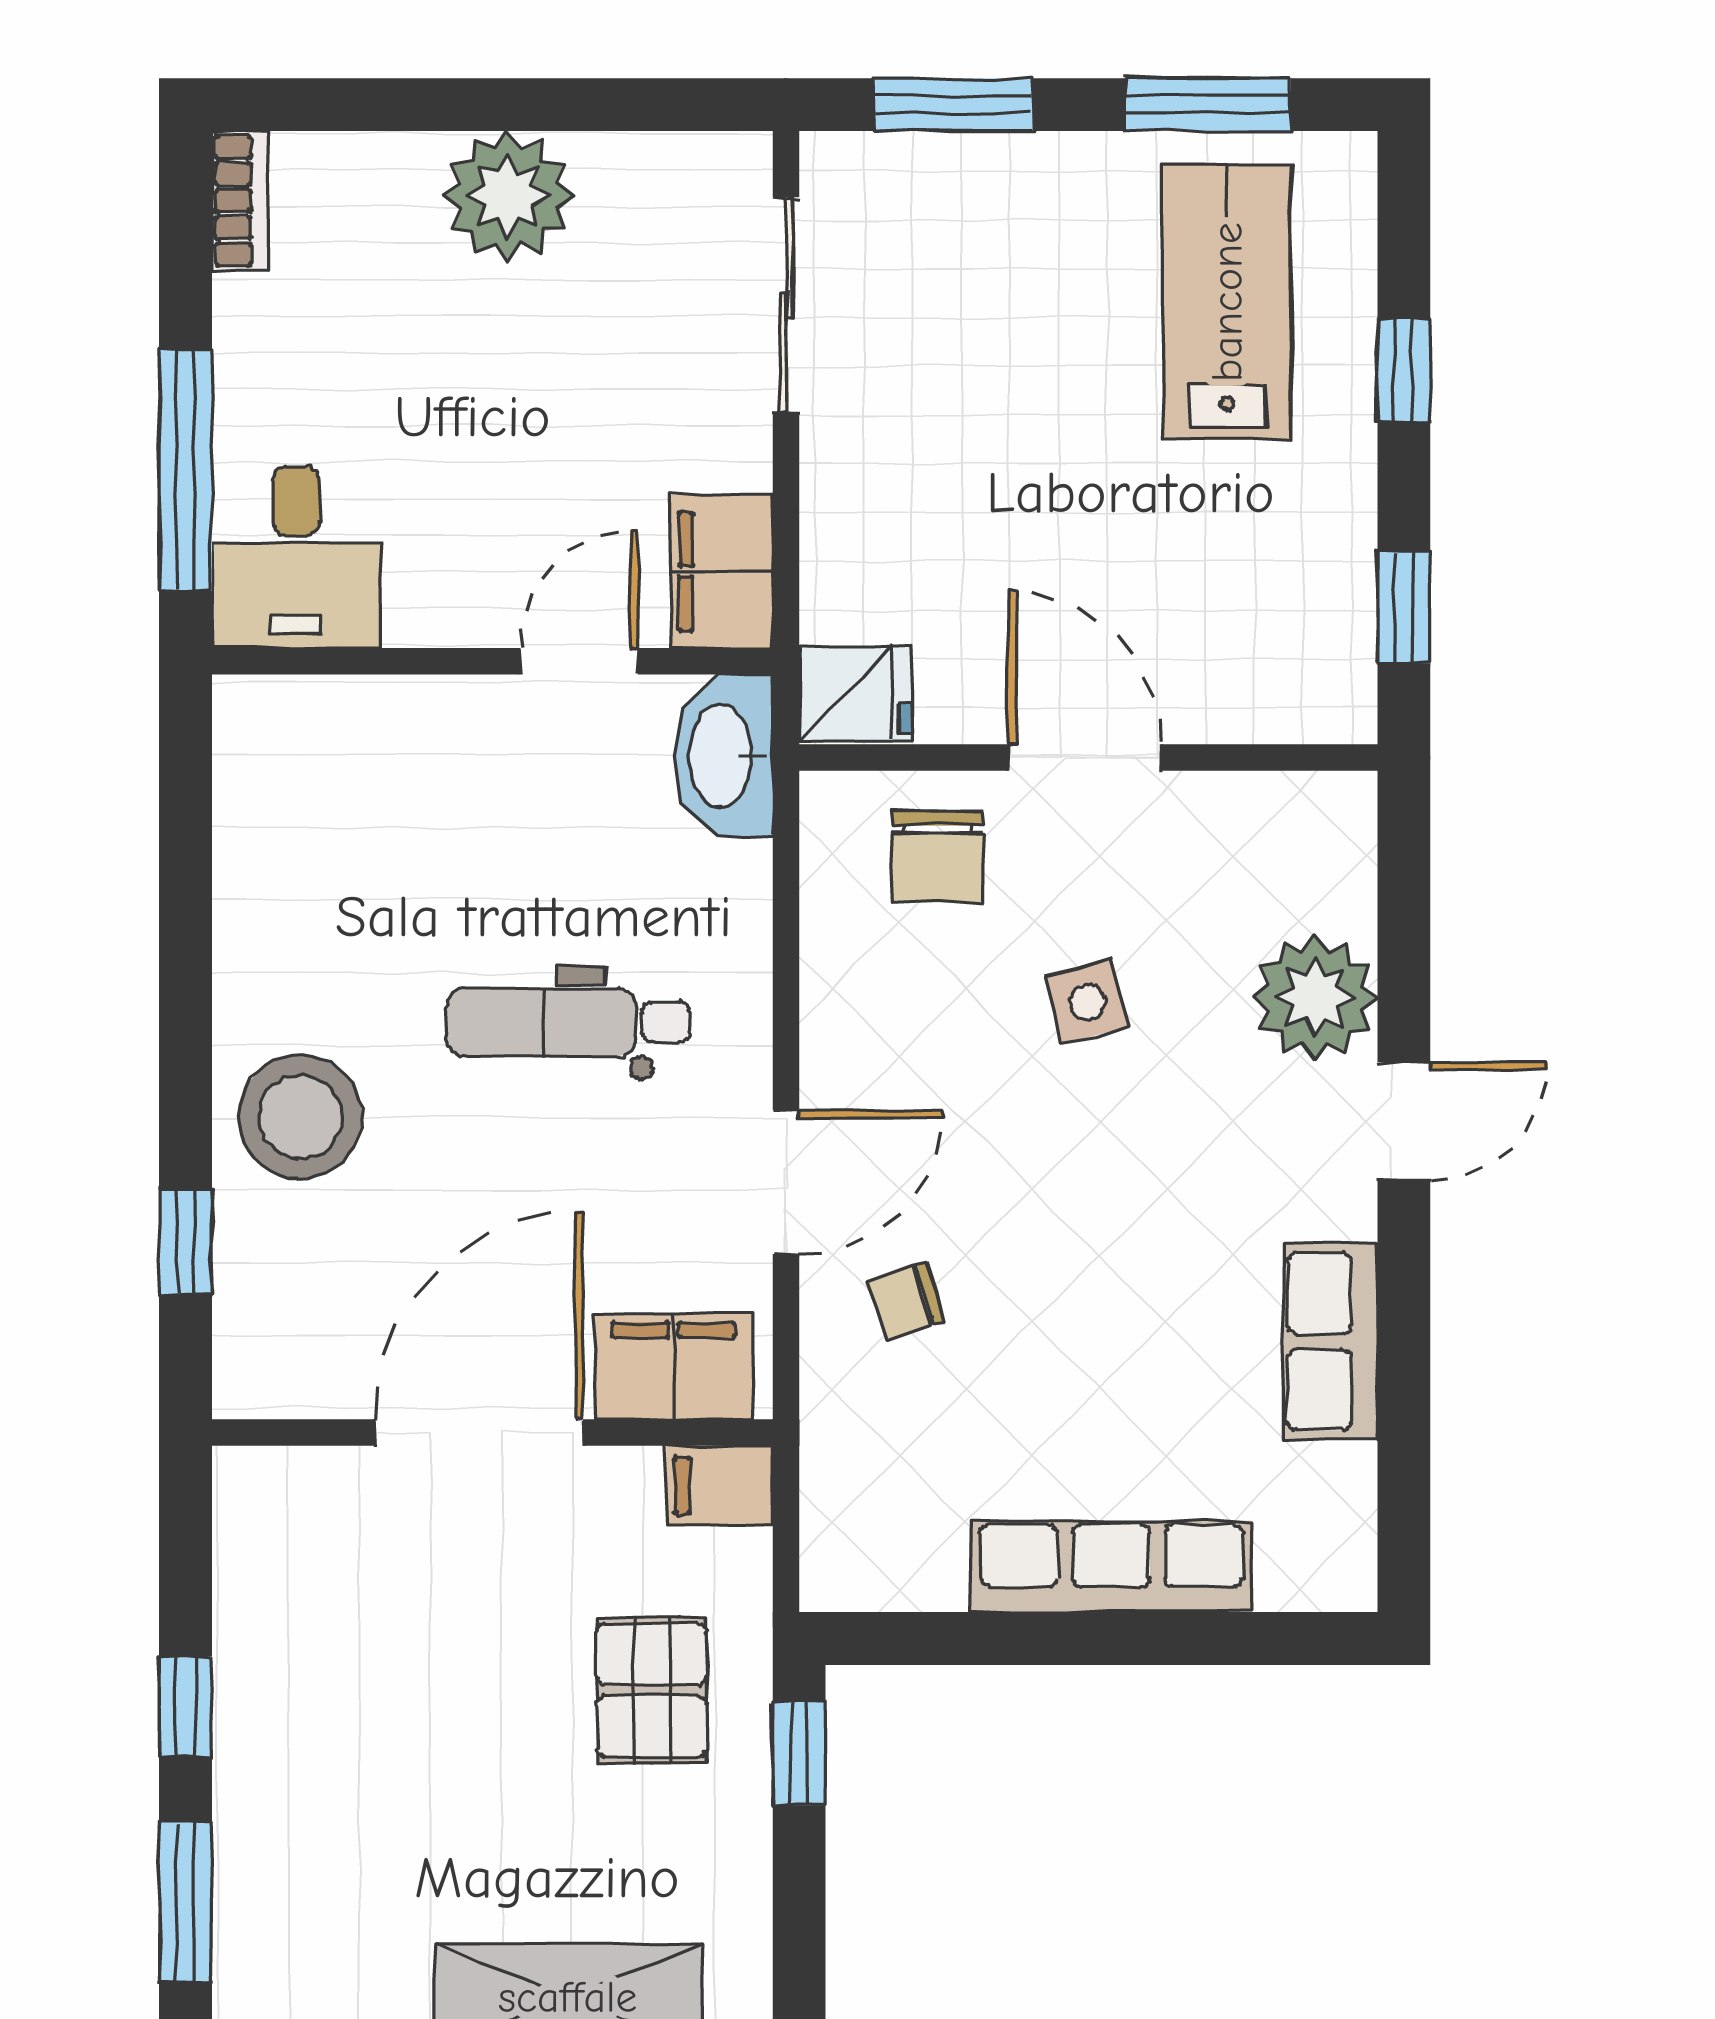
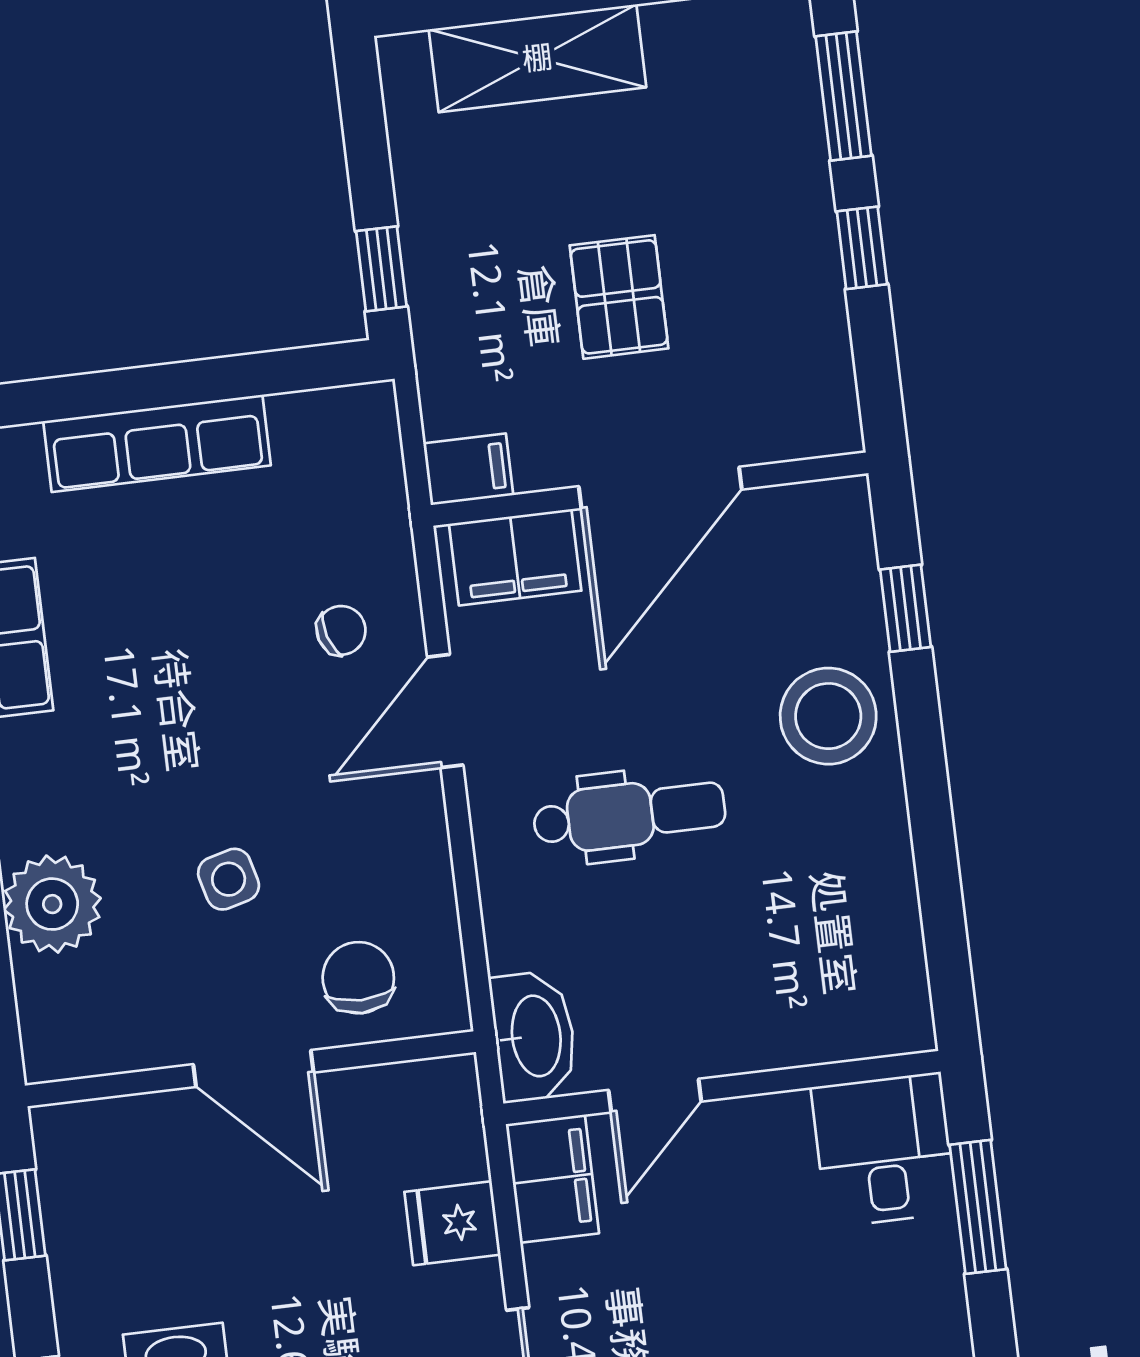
window: (186, 470) -> (978, 1207), width x0.69
fridge: (856, 694) -> (452, 1223), moved
pallet: (652, 1690) -> (619, 297), moved

